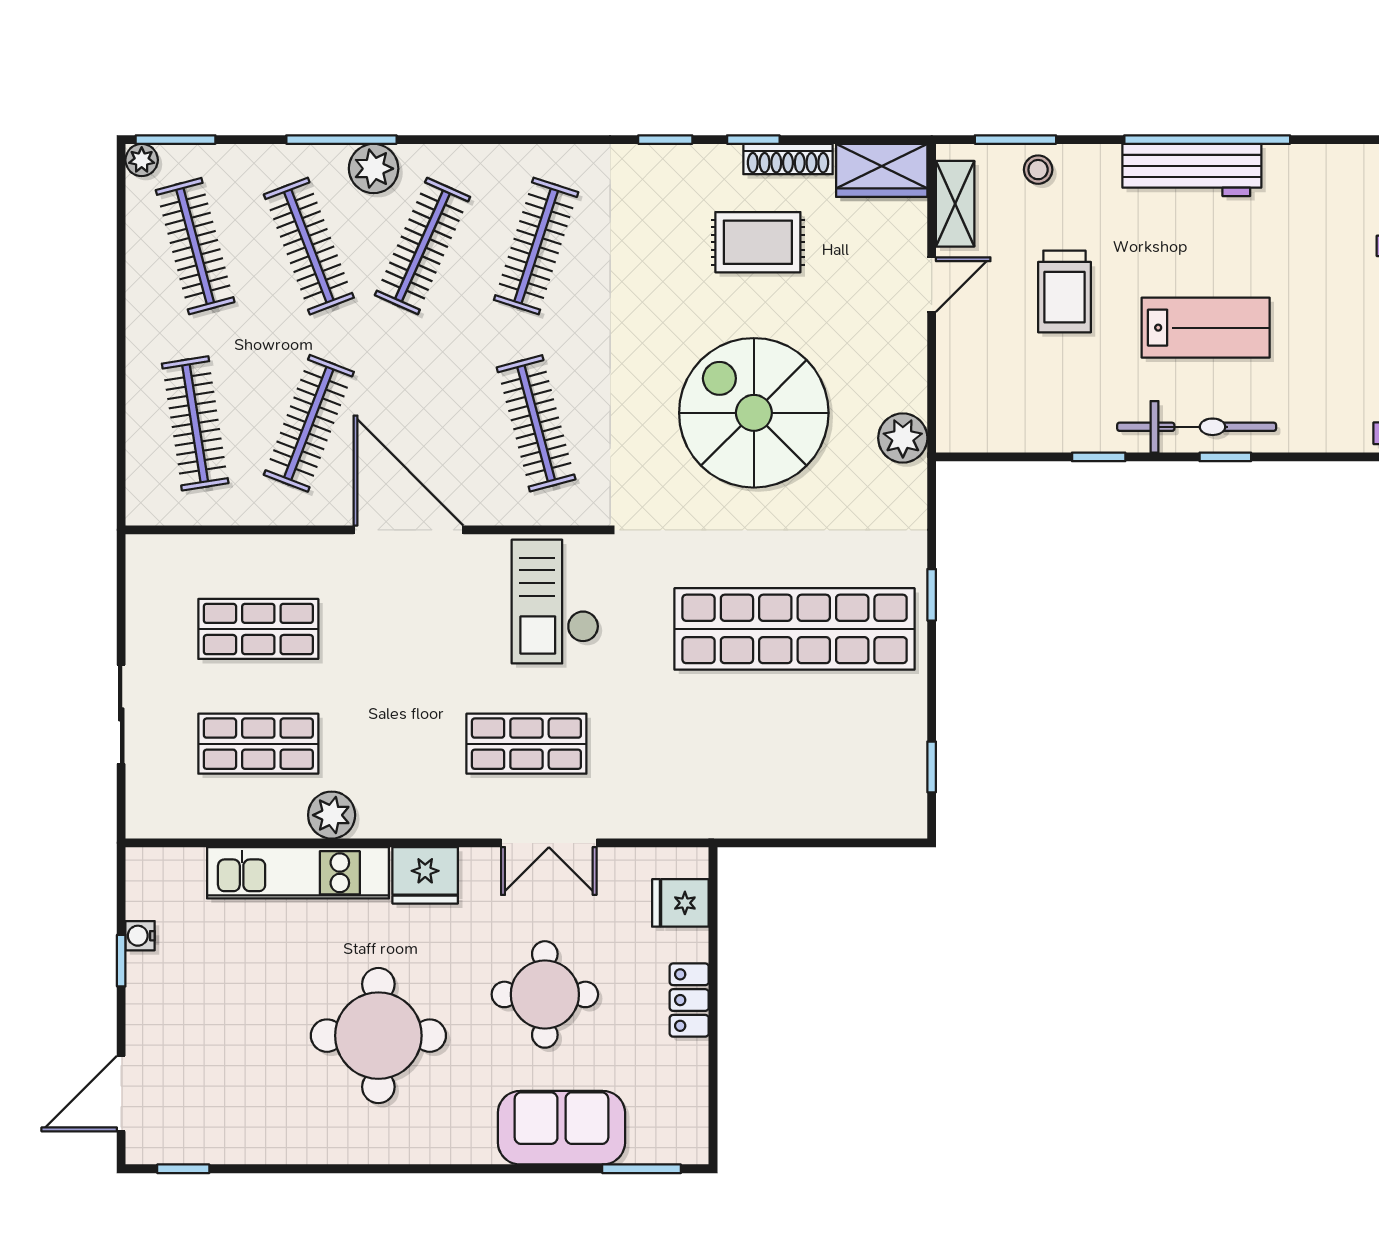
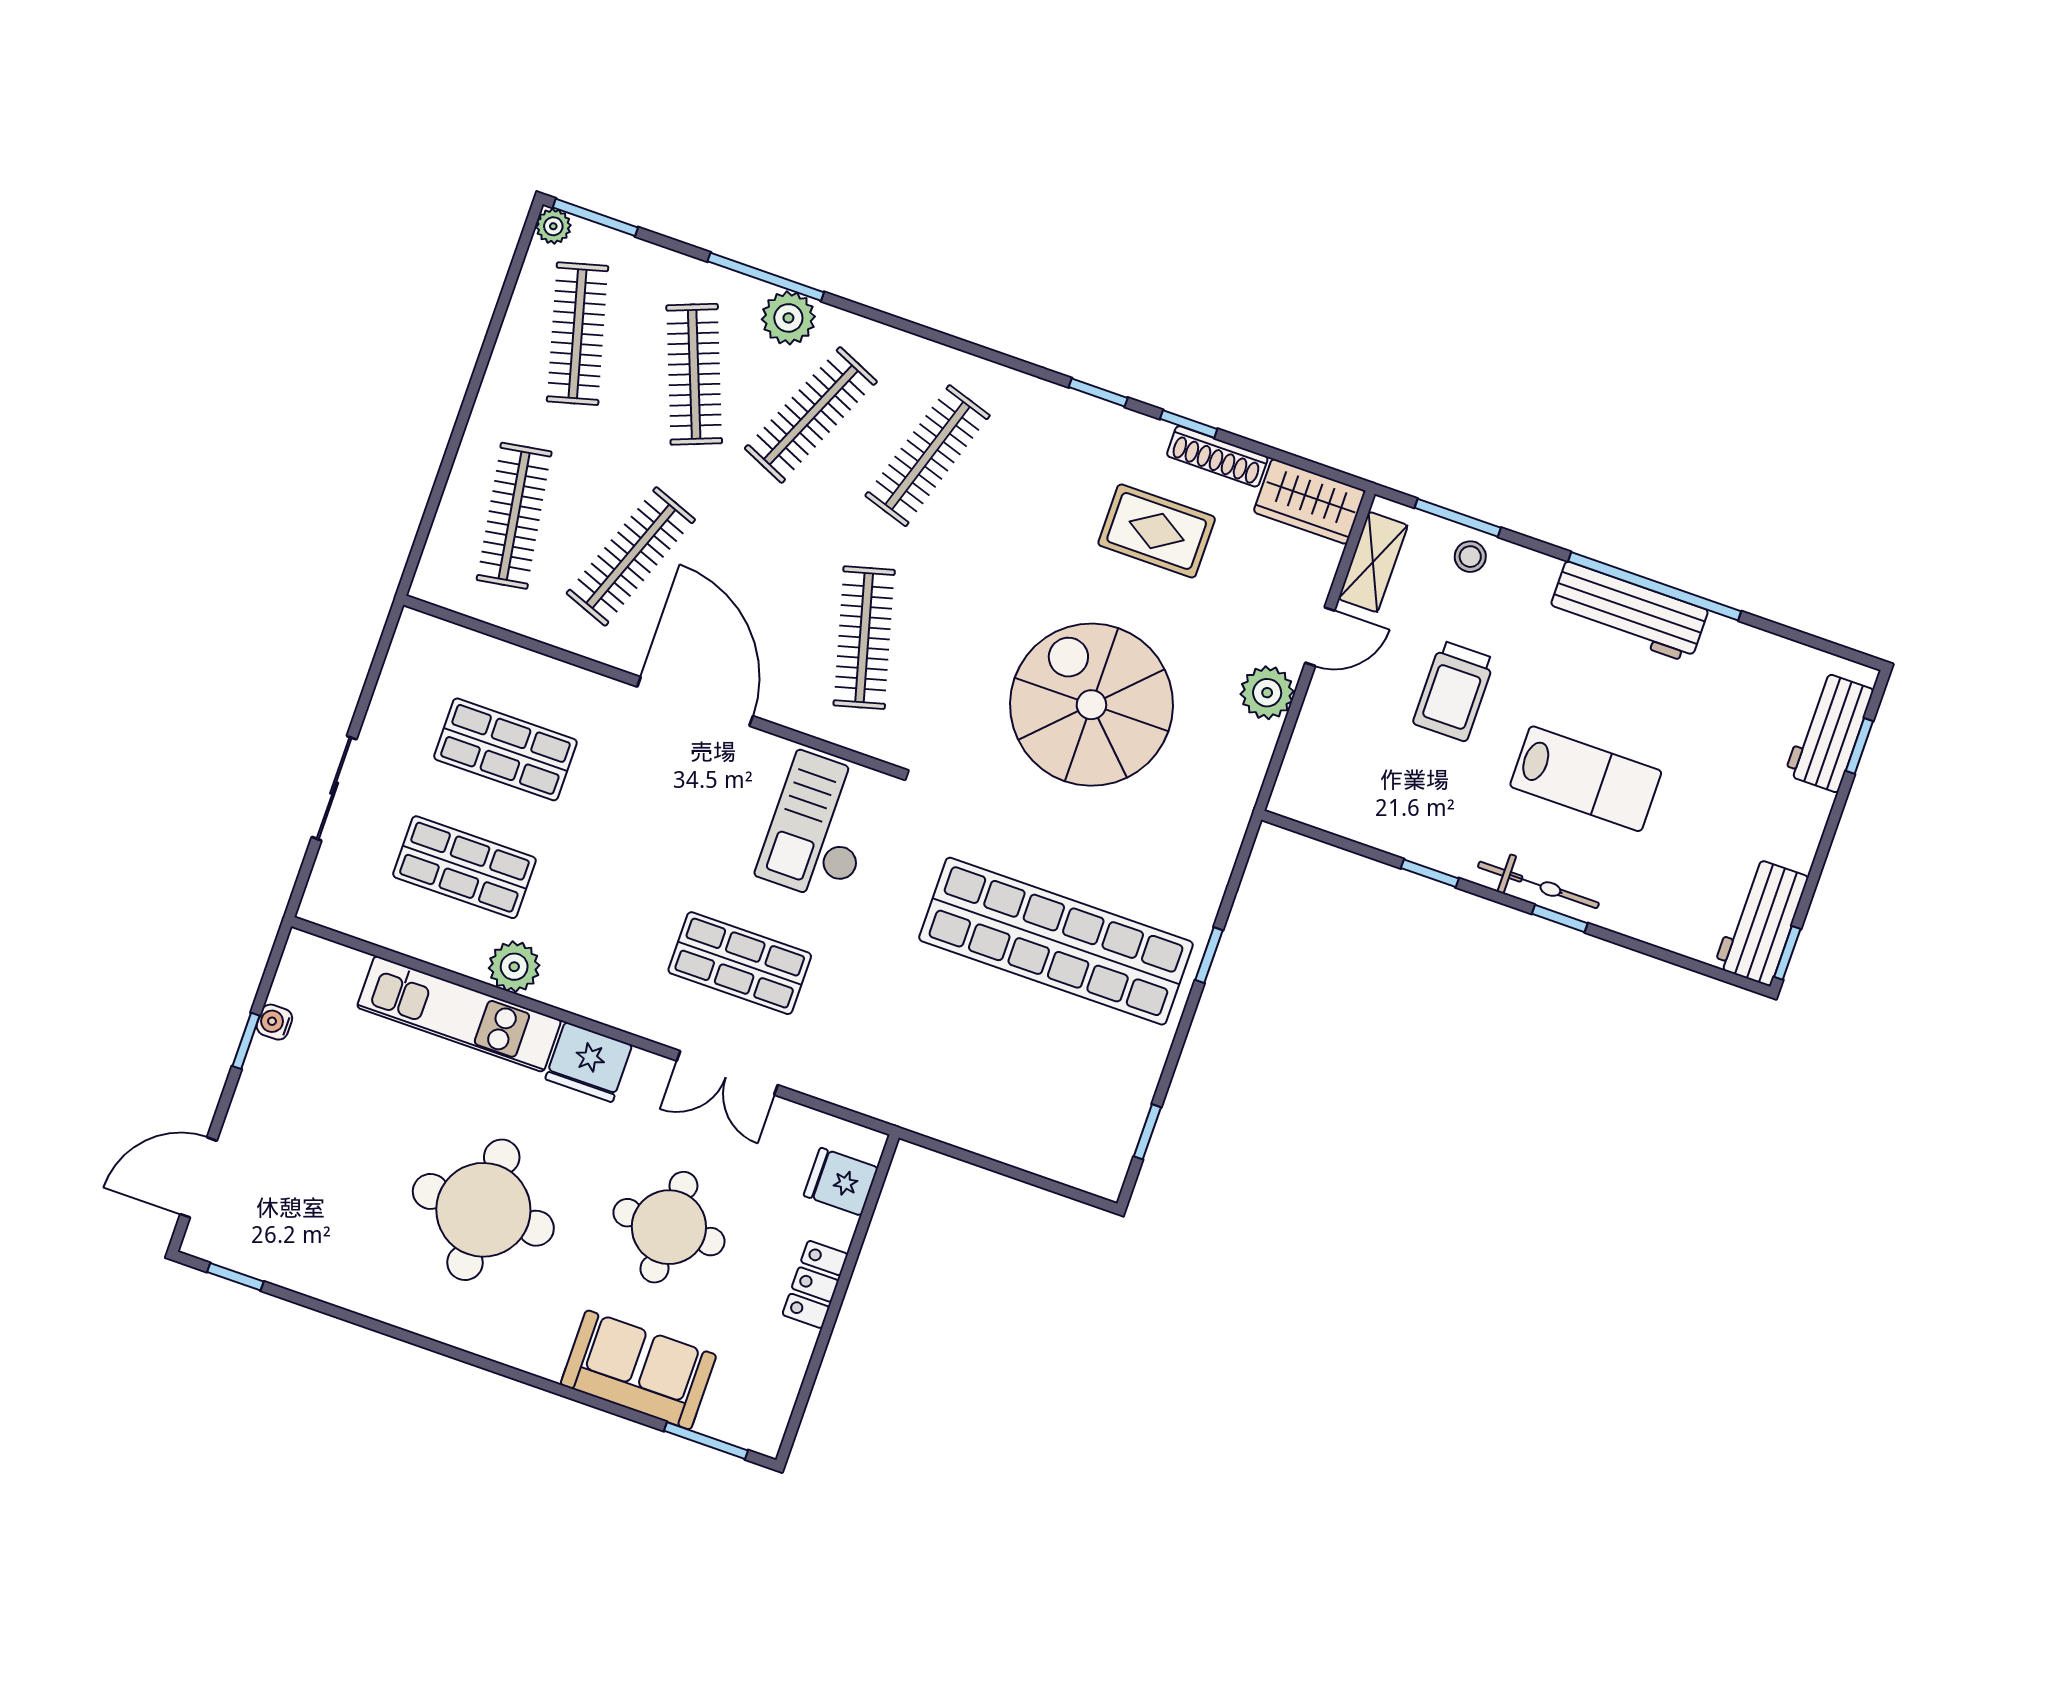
bicycle: (1197, 427) -> (1538, 885), width x0.73, depth x0.71
plant: (903, 438) -> (1267, 693), moved

